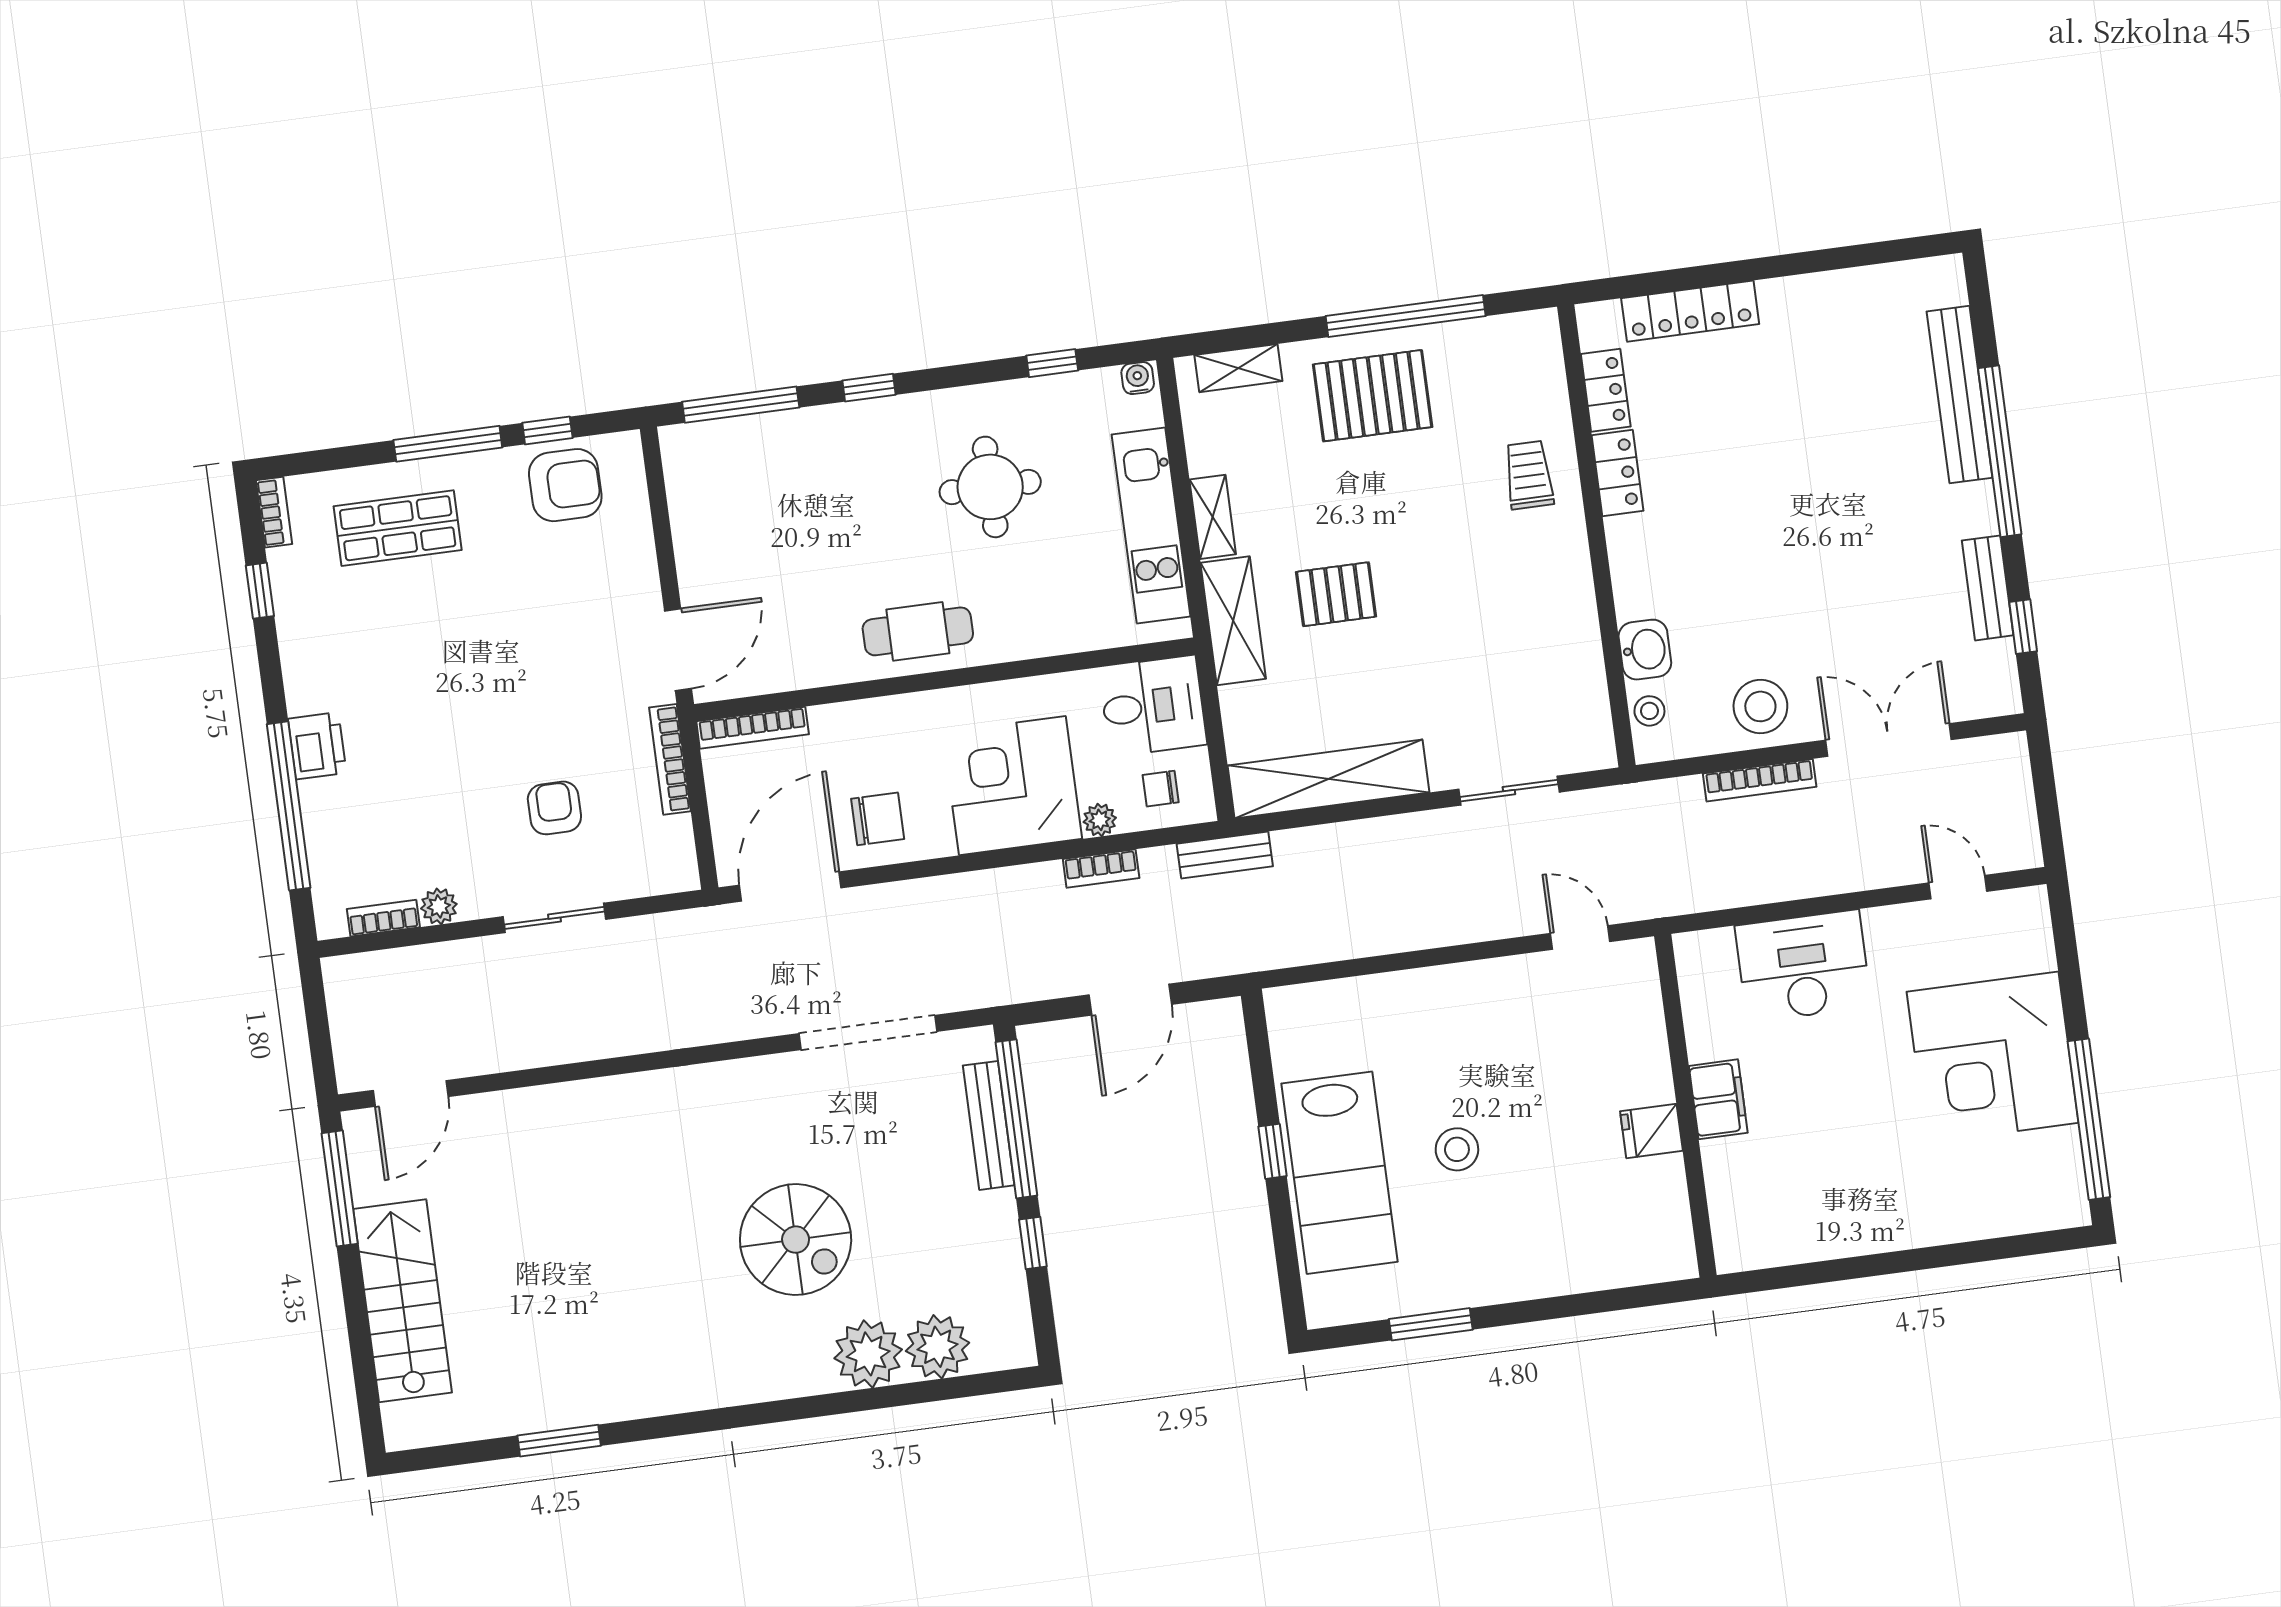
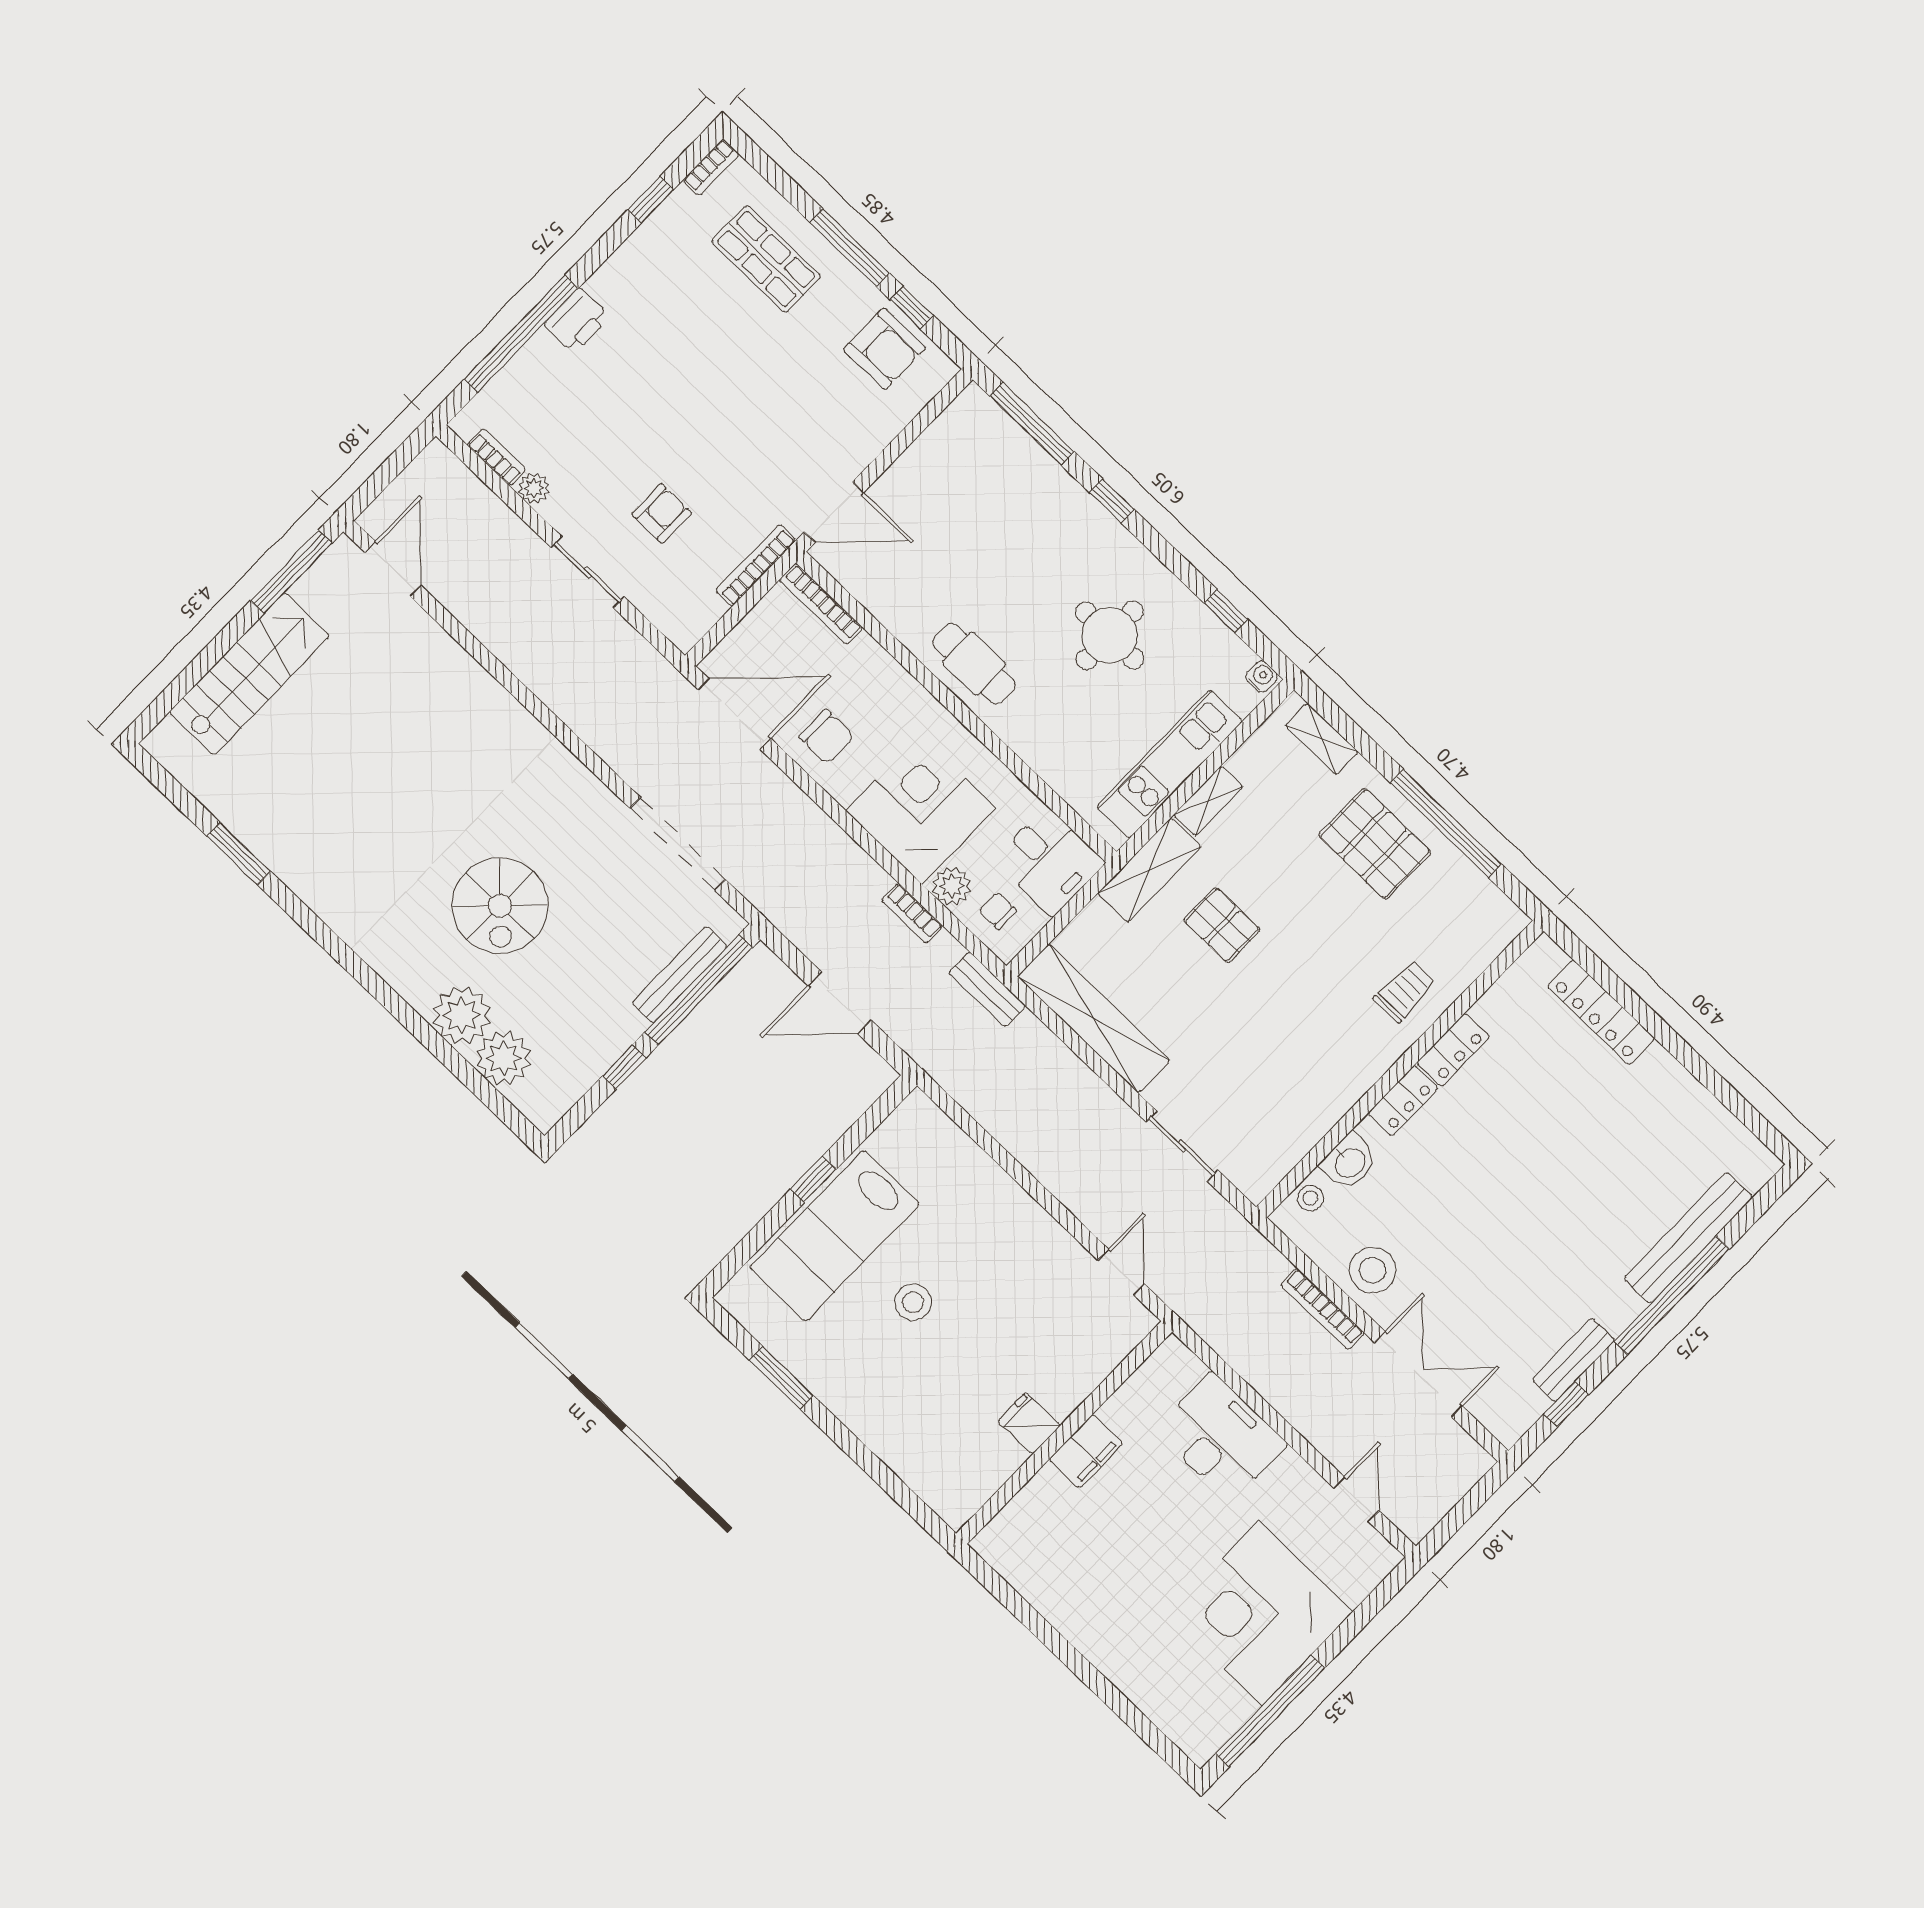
locker: (1606, 390) -> (1403, 1101), moved
plant: (1100, 820) -> (952, 886), width x1.38, depth x1.38
door: (411, 1093) -> (393, 569), swing flipped

